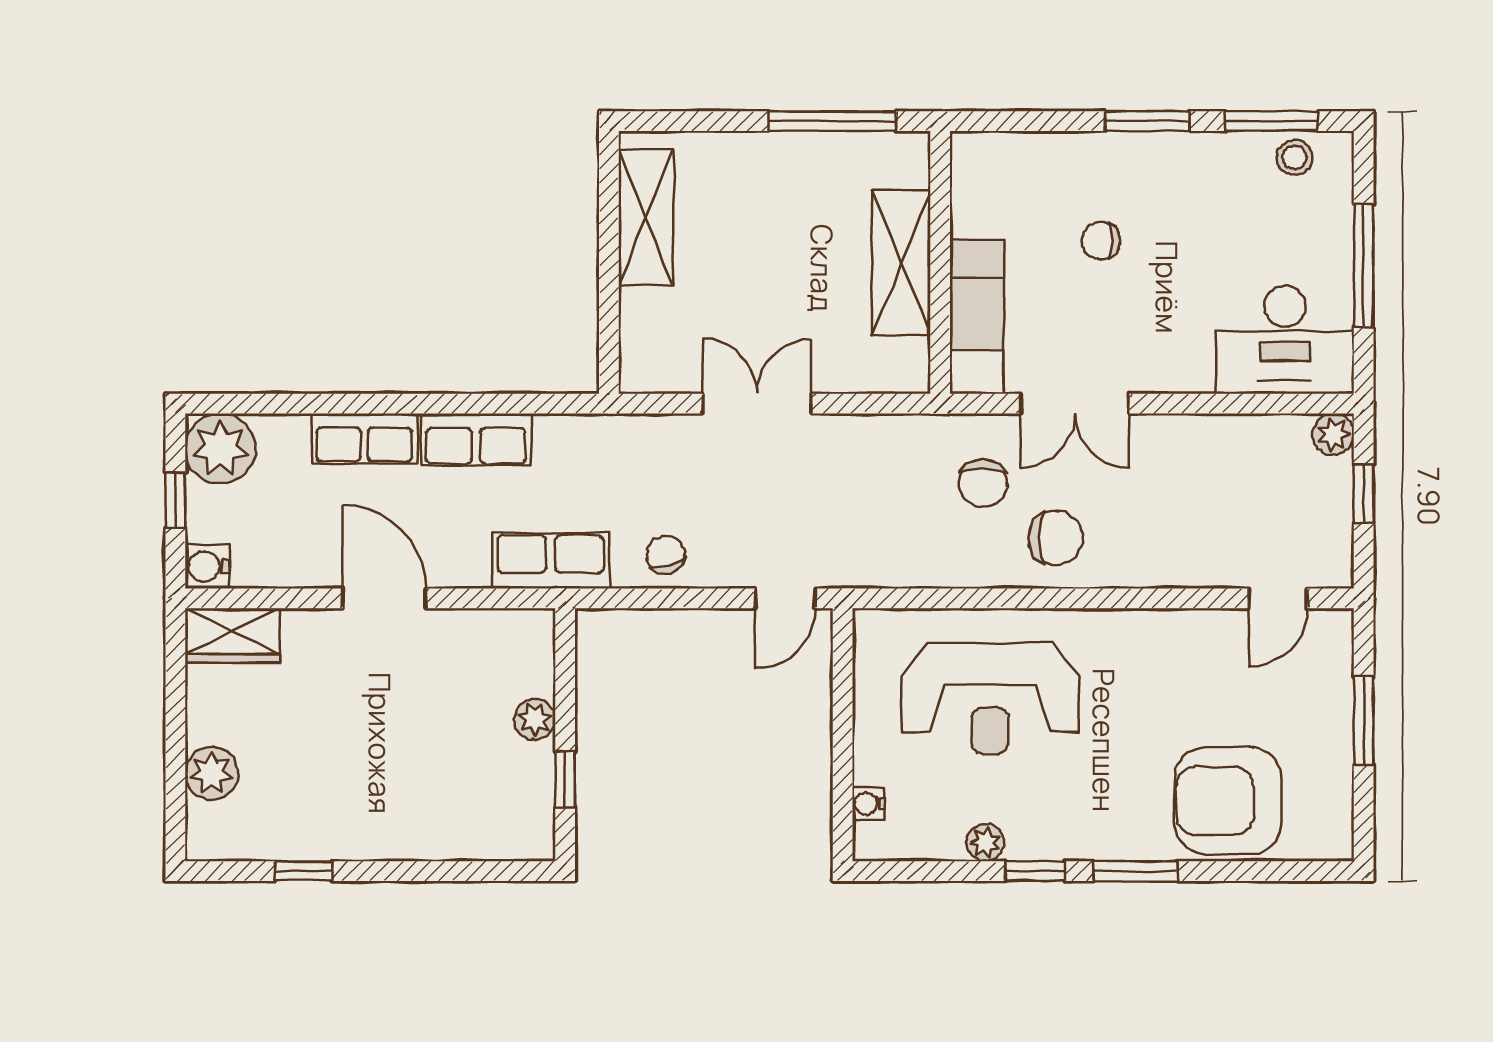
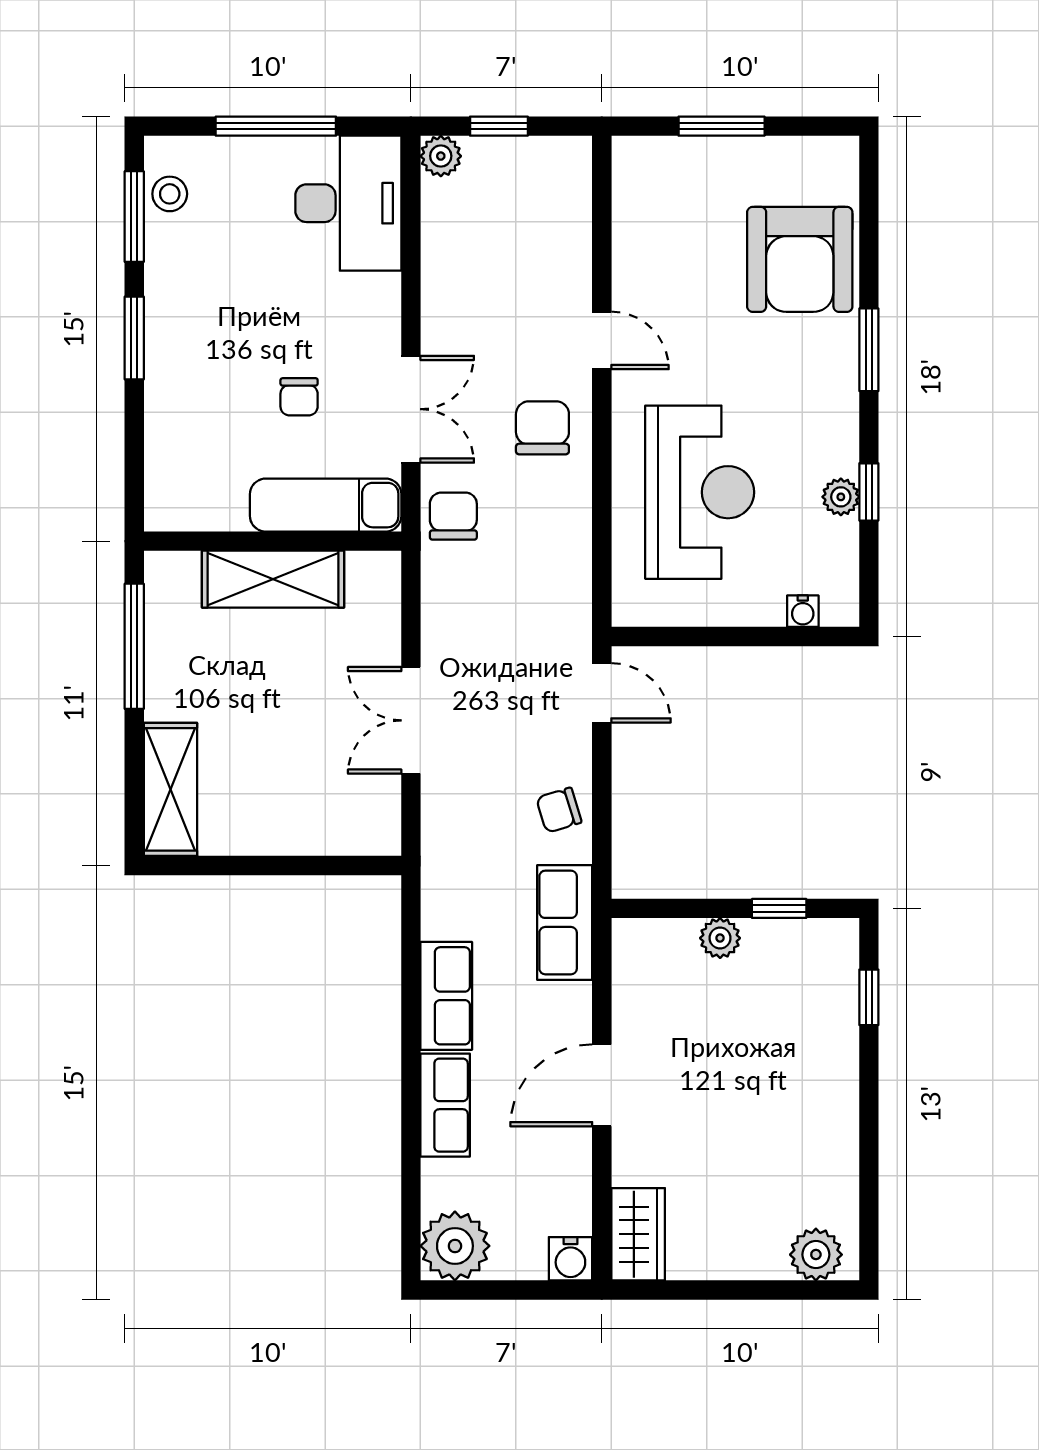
shelving: (646, 218) -> (170, 789), moved, turned 90
chair: (1101, 241) -> (299, 397), moved
chair: (983, 483) -> (453, 516), moved, turned -90
window: (175, 500) -> (505, 1290), removed
door: (1278, 598) -> (602, 340), moved
plant: (212, 773) -> (816, 1255), moved
window: (304, 871) -> (869, 997), moved
window: (1035, 871) -> (869, 492), moved

